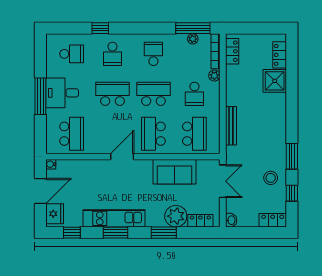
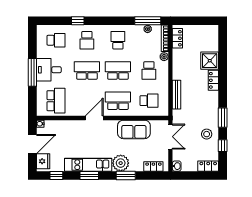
locker: (280, 55) -> (213, 80), moved
school desk: (153, 134) -> (118, 101), turned 90
school desk: (194, 134) -> (149, 101), width x0.54
plant: (176, 216) -> (121, 163), moved

